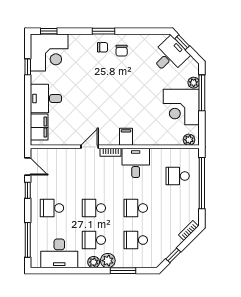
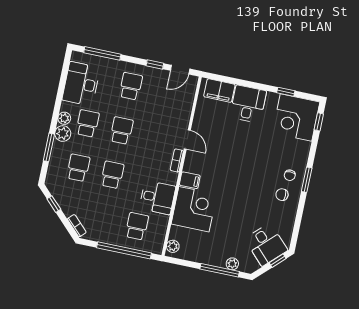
corner desk: (181, 107) -> (194, 209), moved, turned 90
desk: (136, 163) -> (157, 197), moved

